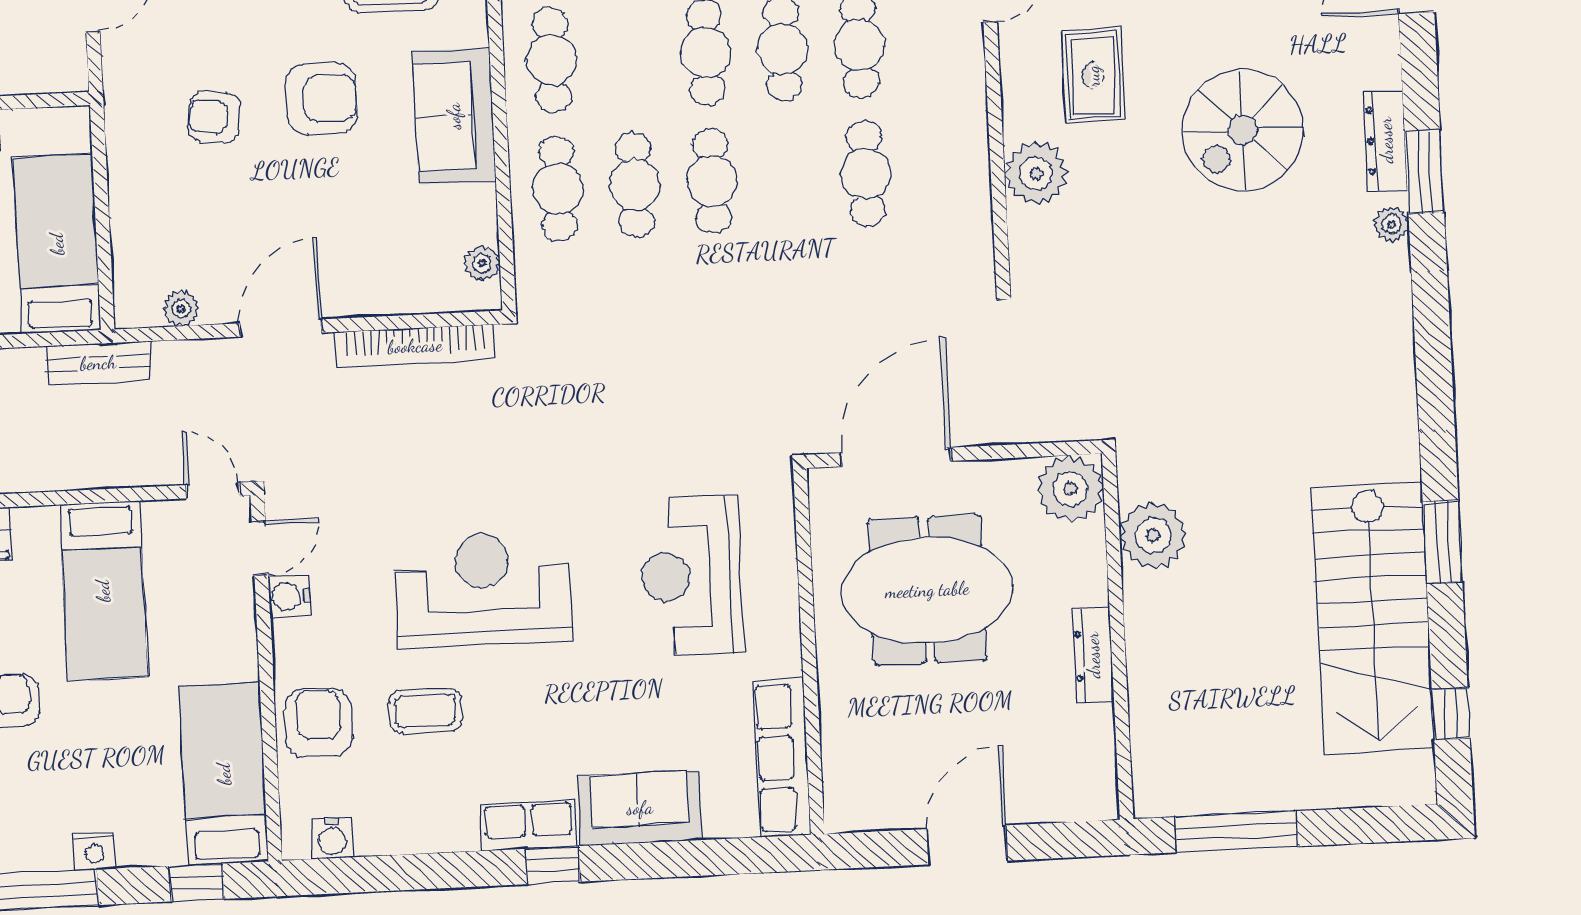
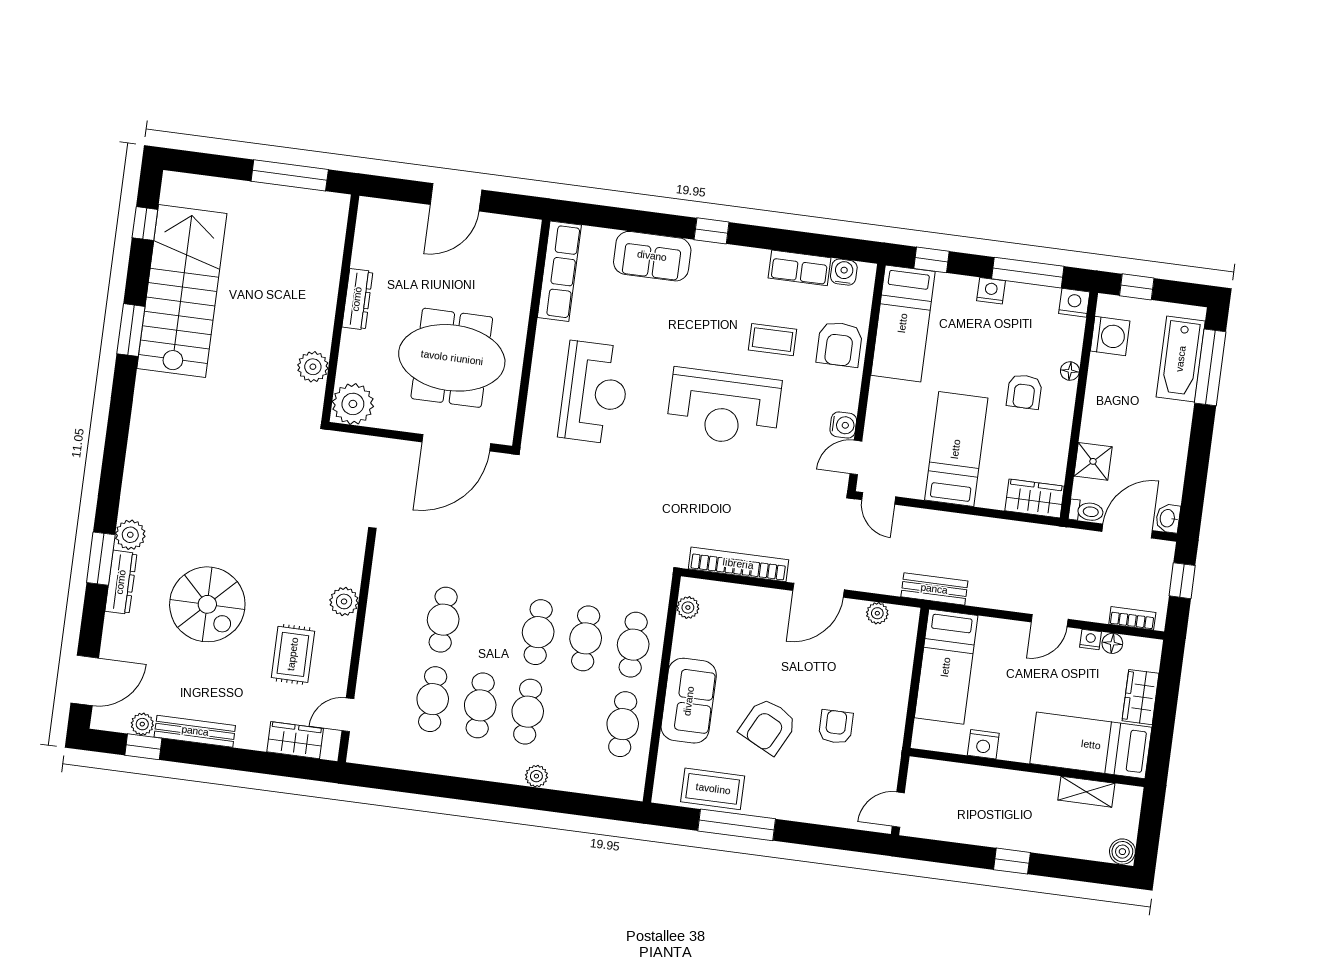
armchair: (322, 99) -> (768, 726), turned -63
armchair: (214, 117) -> (836, 727), turned -97
spiral stairs: (1243, 130) -> (207, 604), turned 90
plant: (1036, 173) -> (344, 601), width x0.73, depth x0.73
plant: (1392, 224) -> (130, 535), width x1.38, depth x1.38
plant: (1153, 536) -> (313, 367), width x0.73, depth x0.73
row of seats: (529, 826) -> (800, 268), moved

